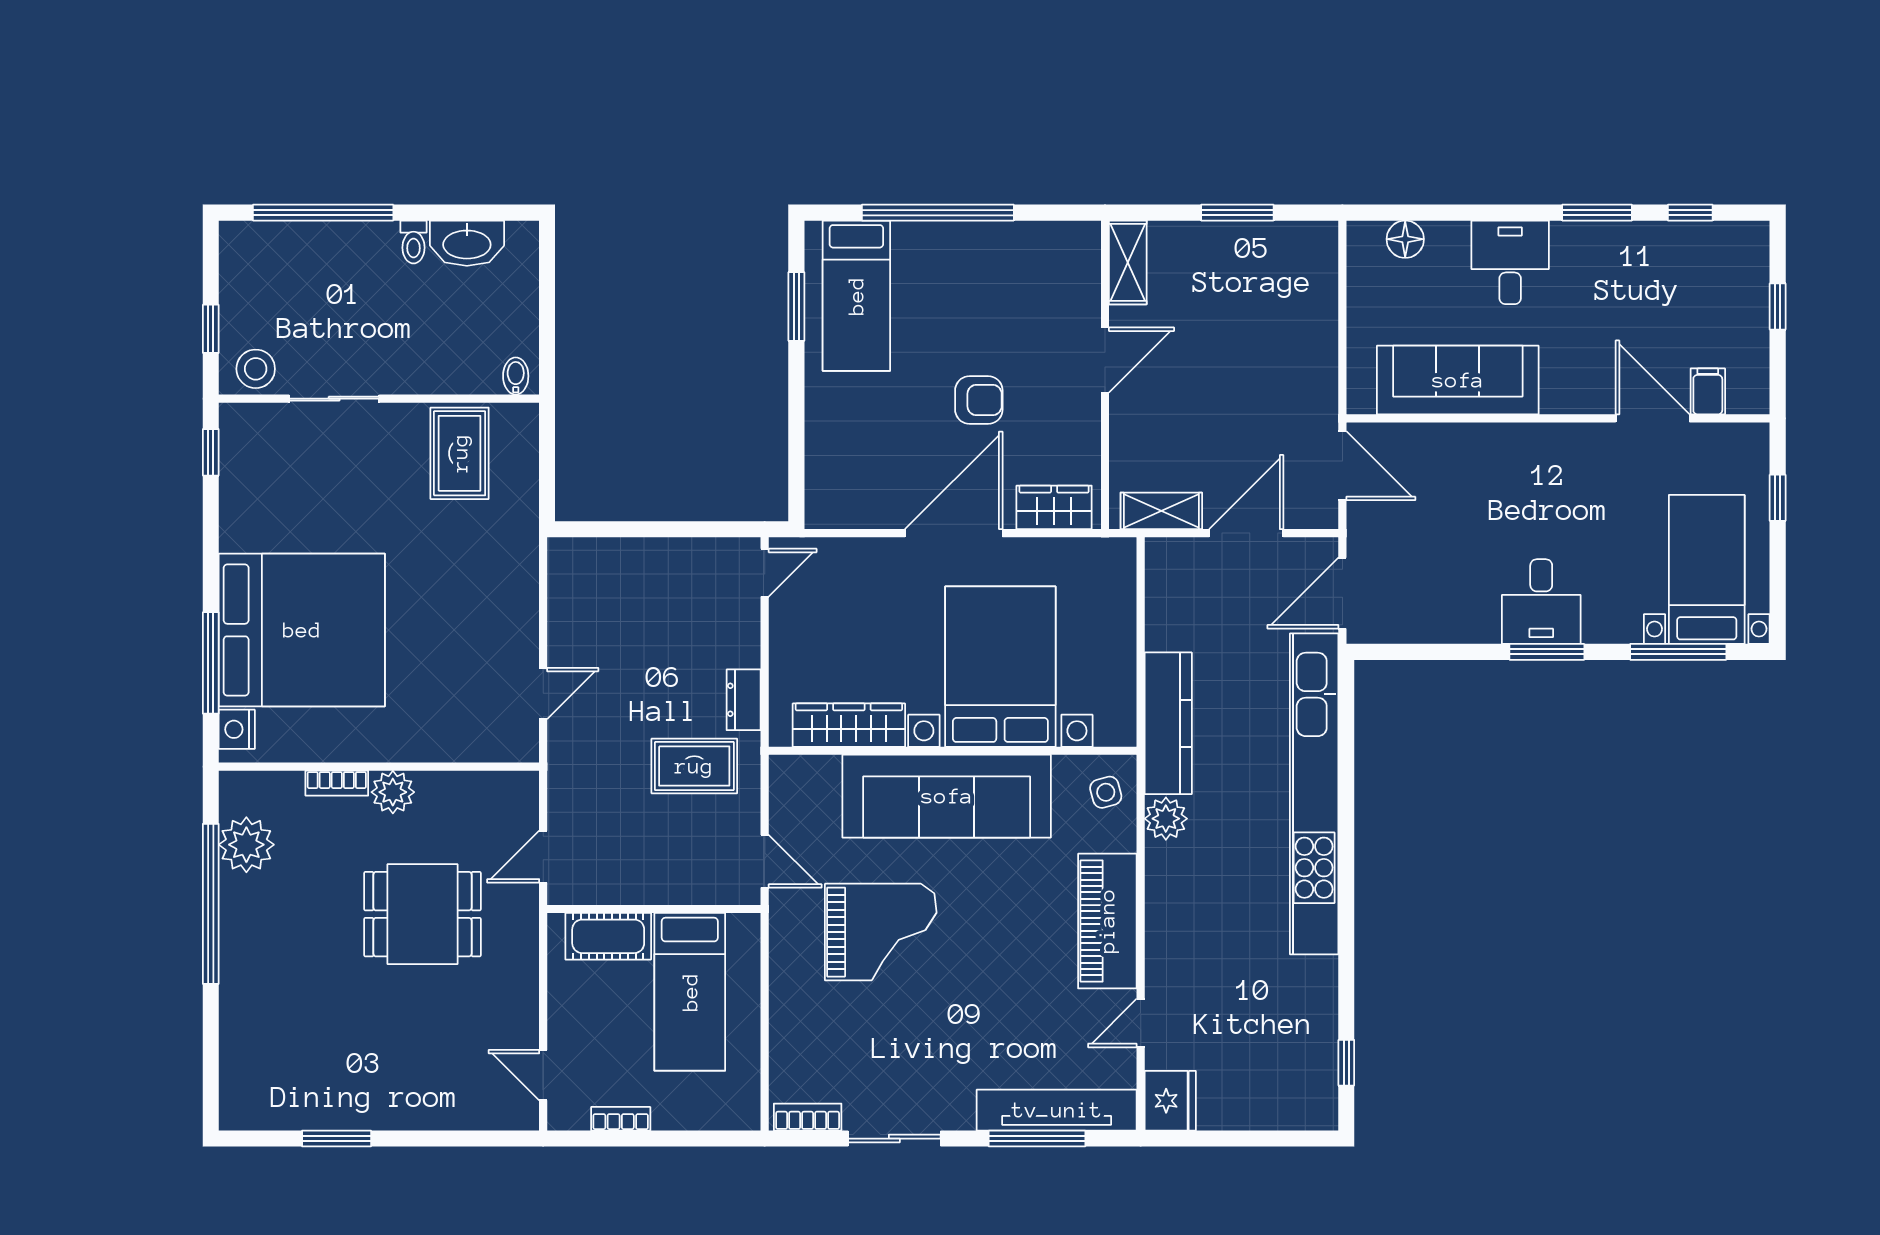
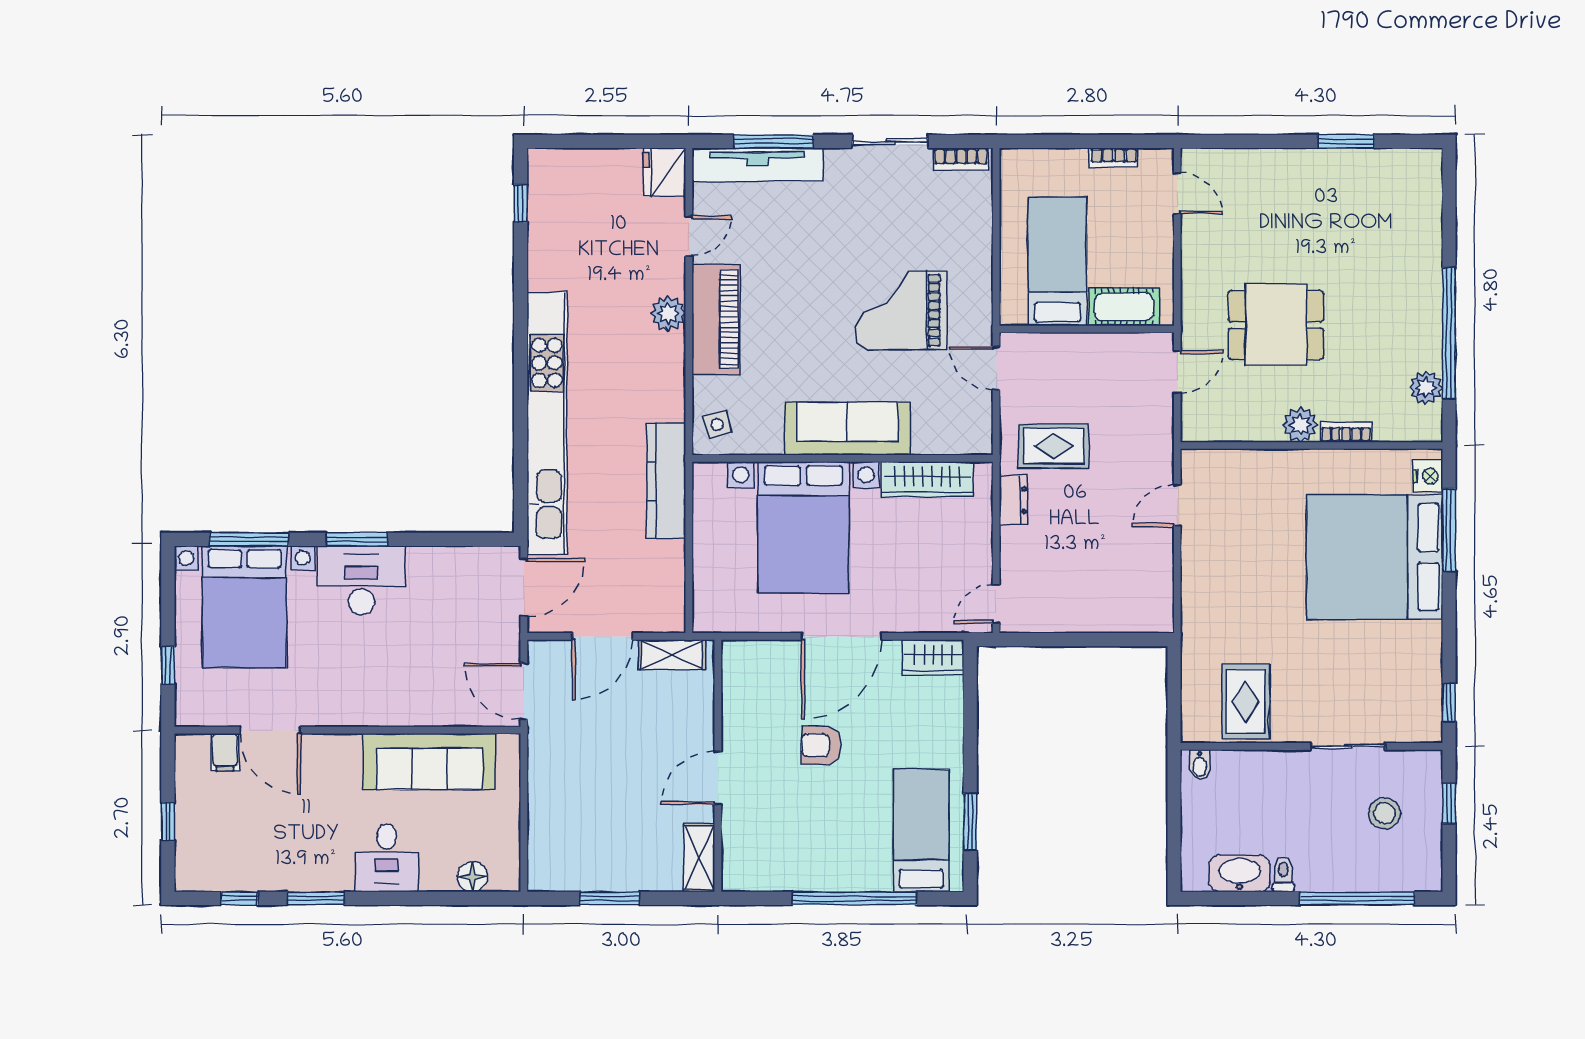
stool: (256, 369) -> (1385, 813), moved
wardrobe: (1054, 507) -> (933, 657), moved
bed with nightstands: (1707, 569) -> (244, 607), width x1.36
desk: (1541, 602) -> (361, 580), width x1.37
sofa: (947, 796) -> (847, 429), width x0.74, depth x0.79
plant: (1166, 819) -> (668, 313), moved
plant: (246, 845) -> (1426, 388), width x0.73, depth x0.73

